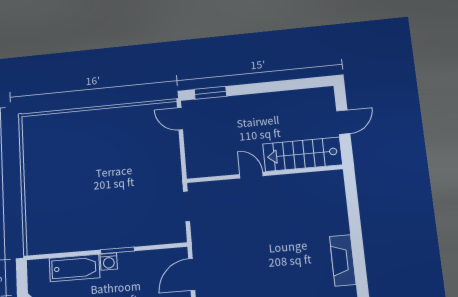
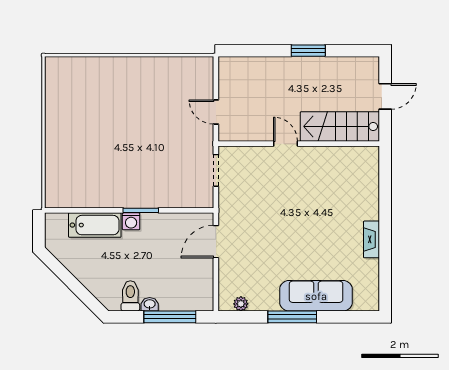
window: (210, 93) -> (308, 51), moved
door: (180, 119) -> (216, 112), moved
fireplace: (343, 260) -> (372, 239), width x0.73, depth x0.76

